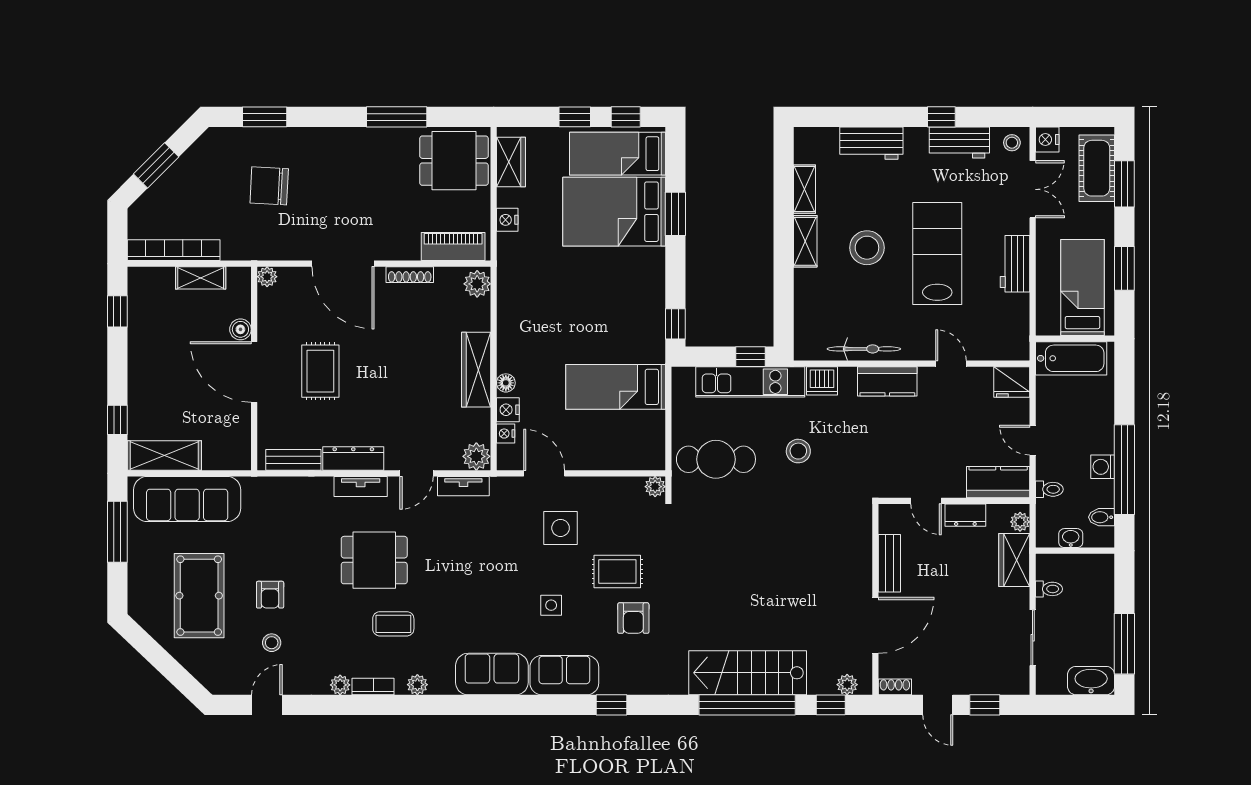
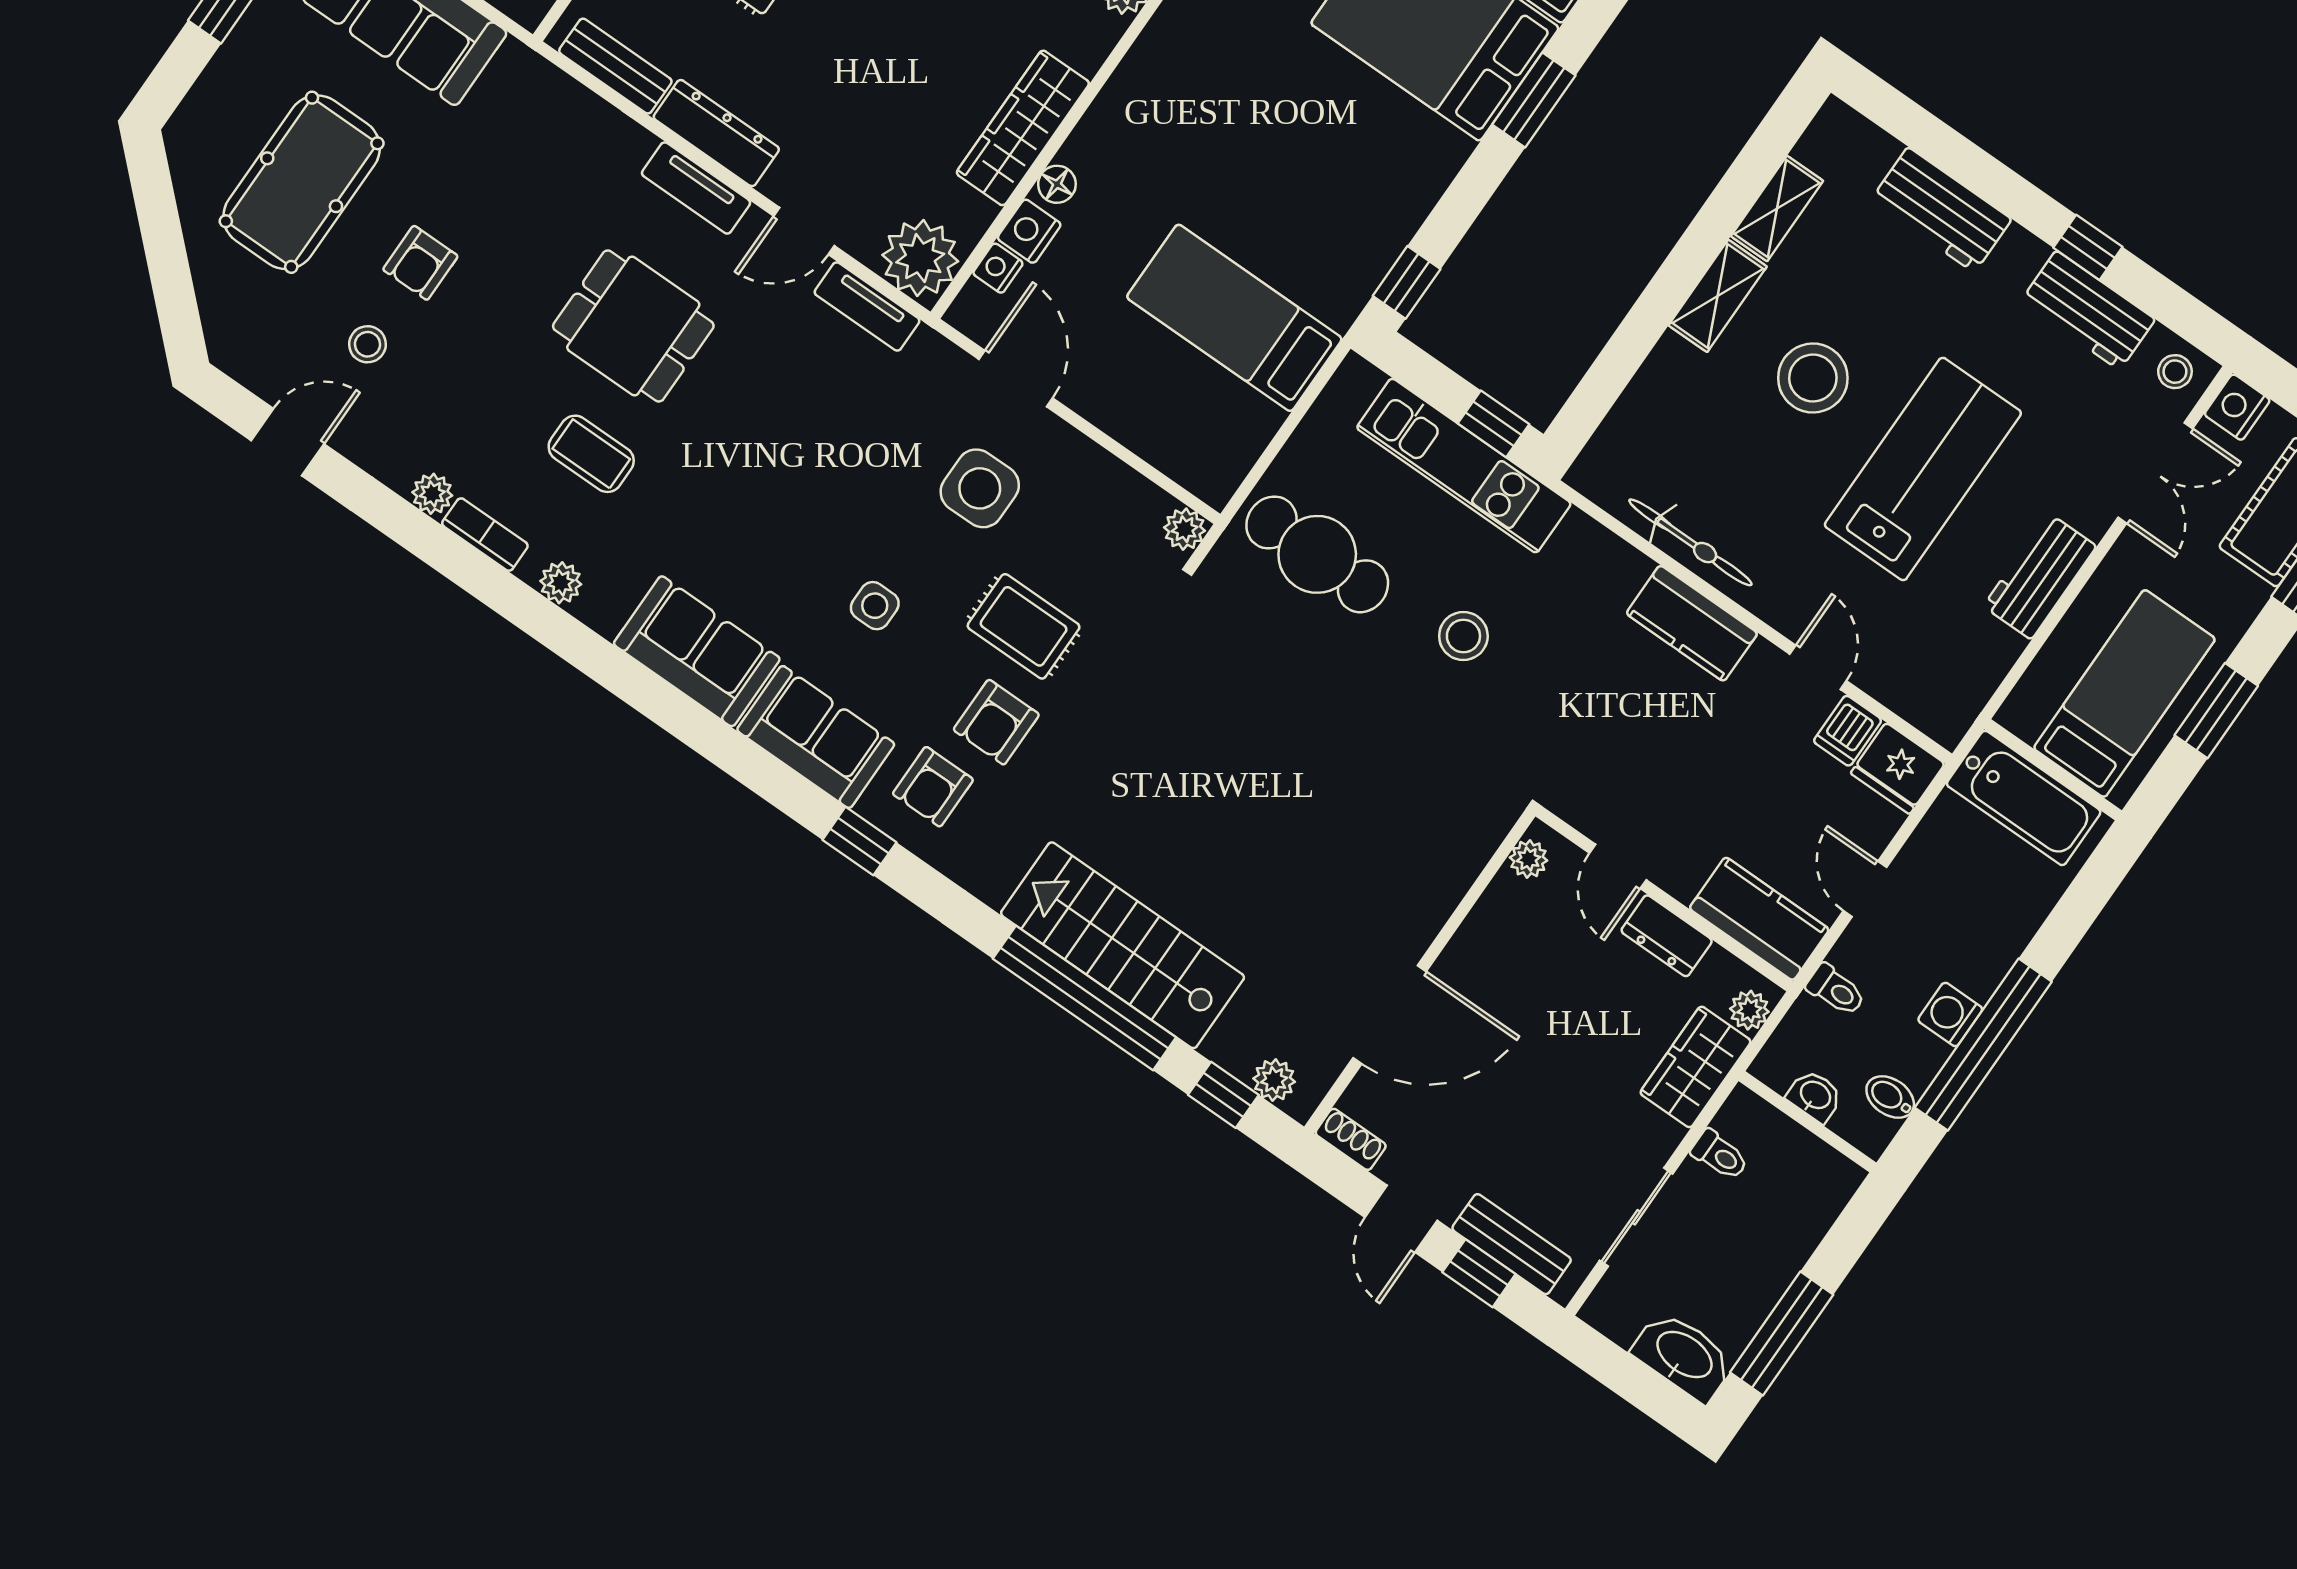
dishwasher: (822, 381) -> (1848, 731), moved, width x0.73
plant: (476, 456) -> (920, 258), width x1.36, depth x1.36
plant: (888, 523) -> (1529, 859), added
bench: (889, 563) -> (1512, 1244), moved, turned 90
armchair: (626, 662) -> (933, 787), added

